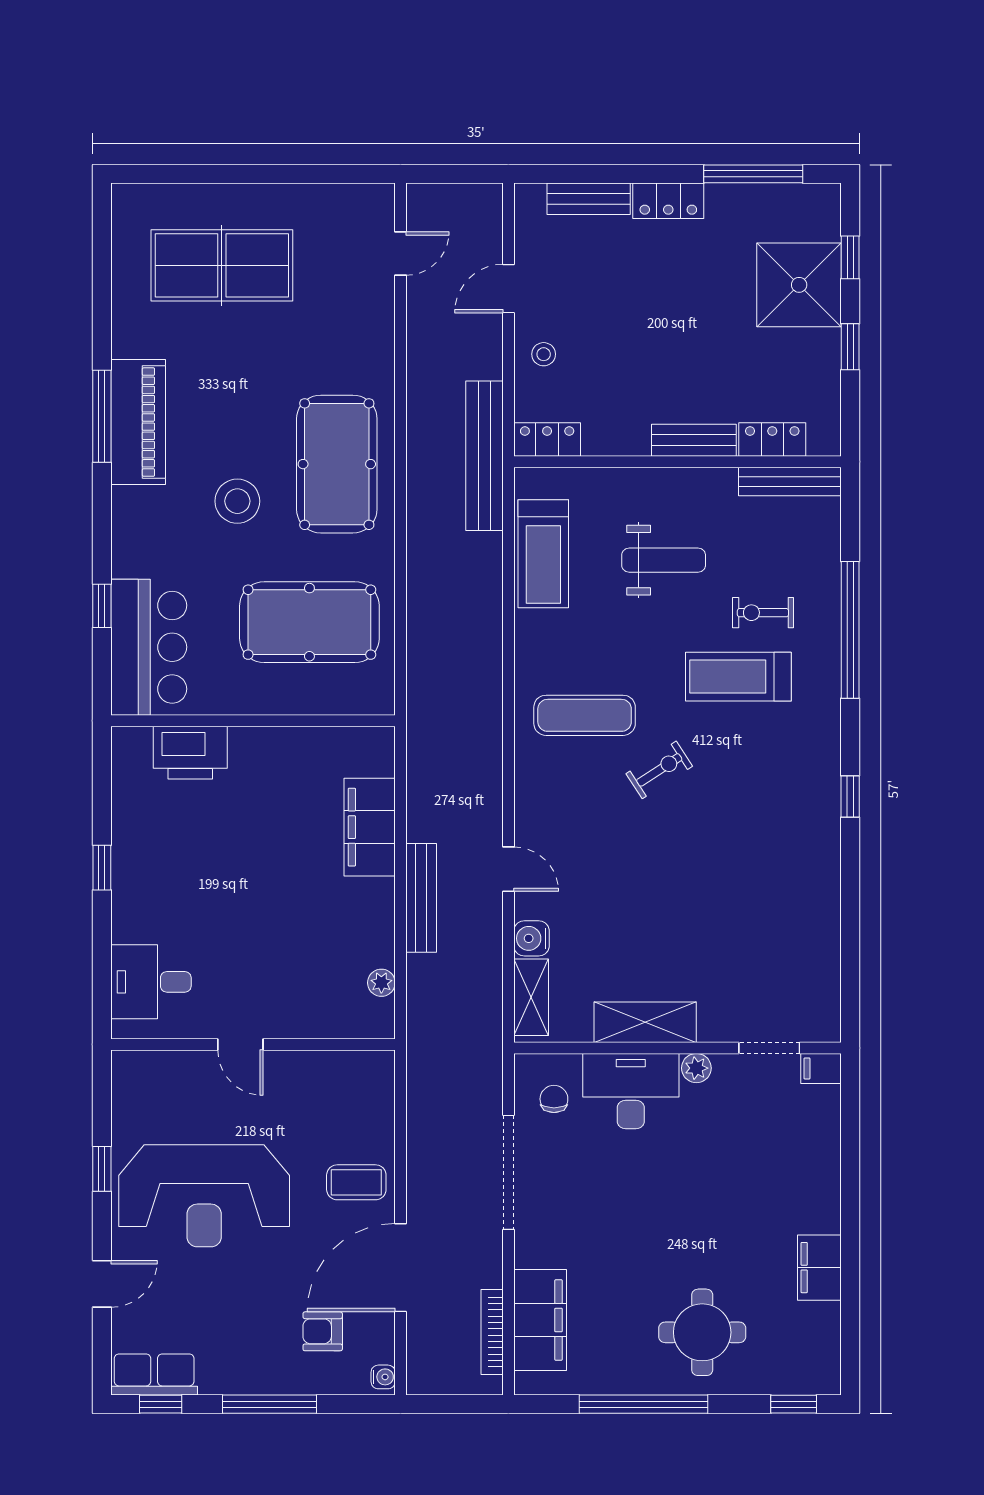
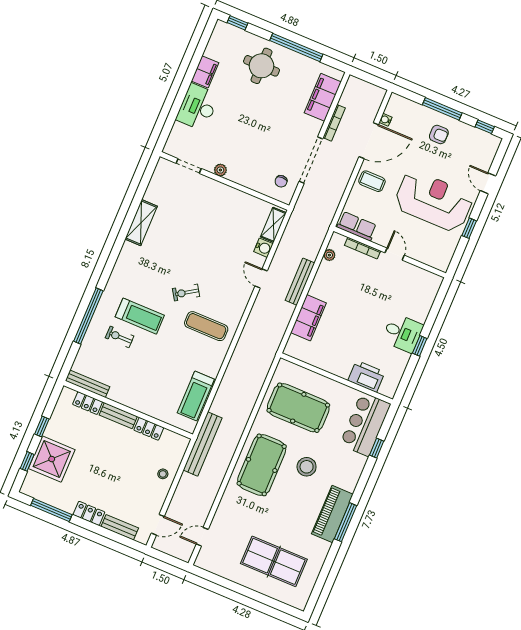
door: (508, 289) -> (158, 525), moved
locker: (547, 439) -> (149, 429), moved
treadmill: (543, 554) -> (196, 396), turned 180
weight bench: (664, 560) -> (150, 374), removed
exercise bike: (763, 613) -> (120, 337), turned 180
window: (850, 796) -> (116, 251), removed
desk: (151, 982) -> (403, 333), moved
shelving: (645, 1022) -> (141, 223), moved, turned 90
bookcase: (316, 1028) -> (363, 248), added
filing cabinet: (821, 1068) -> (172, 149), removed
desk: (631, 1091) -> (198, 107), moved, turned 90
door: (102, 1284) -> (488, 183), hinge flipped
armchair: (323, 1331) -> (439, 134), moved
bookcase: (492, 1332) -> (334, 123), moved
row of seats: (154, 1374) -> (357, 226), moved, turned 180
water cooler: (383, 1377) -> (385, 120), moved

